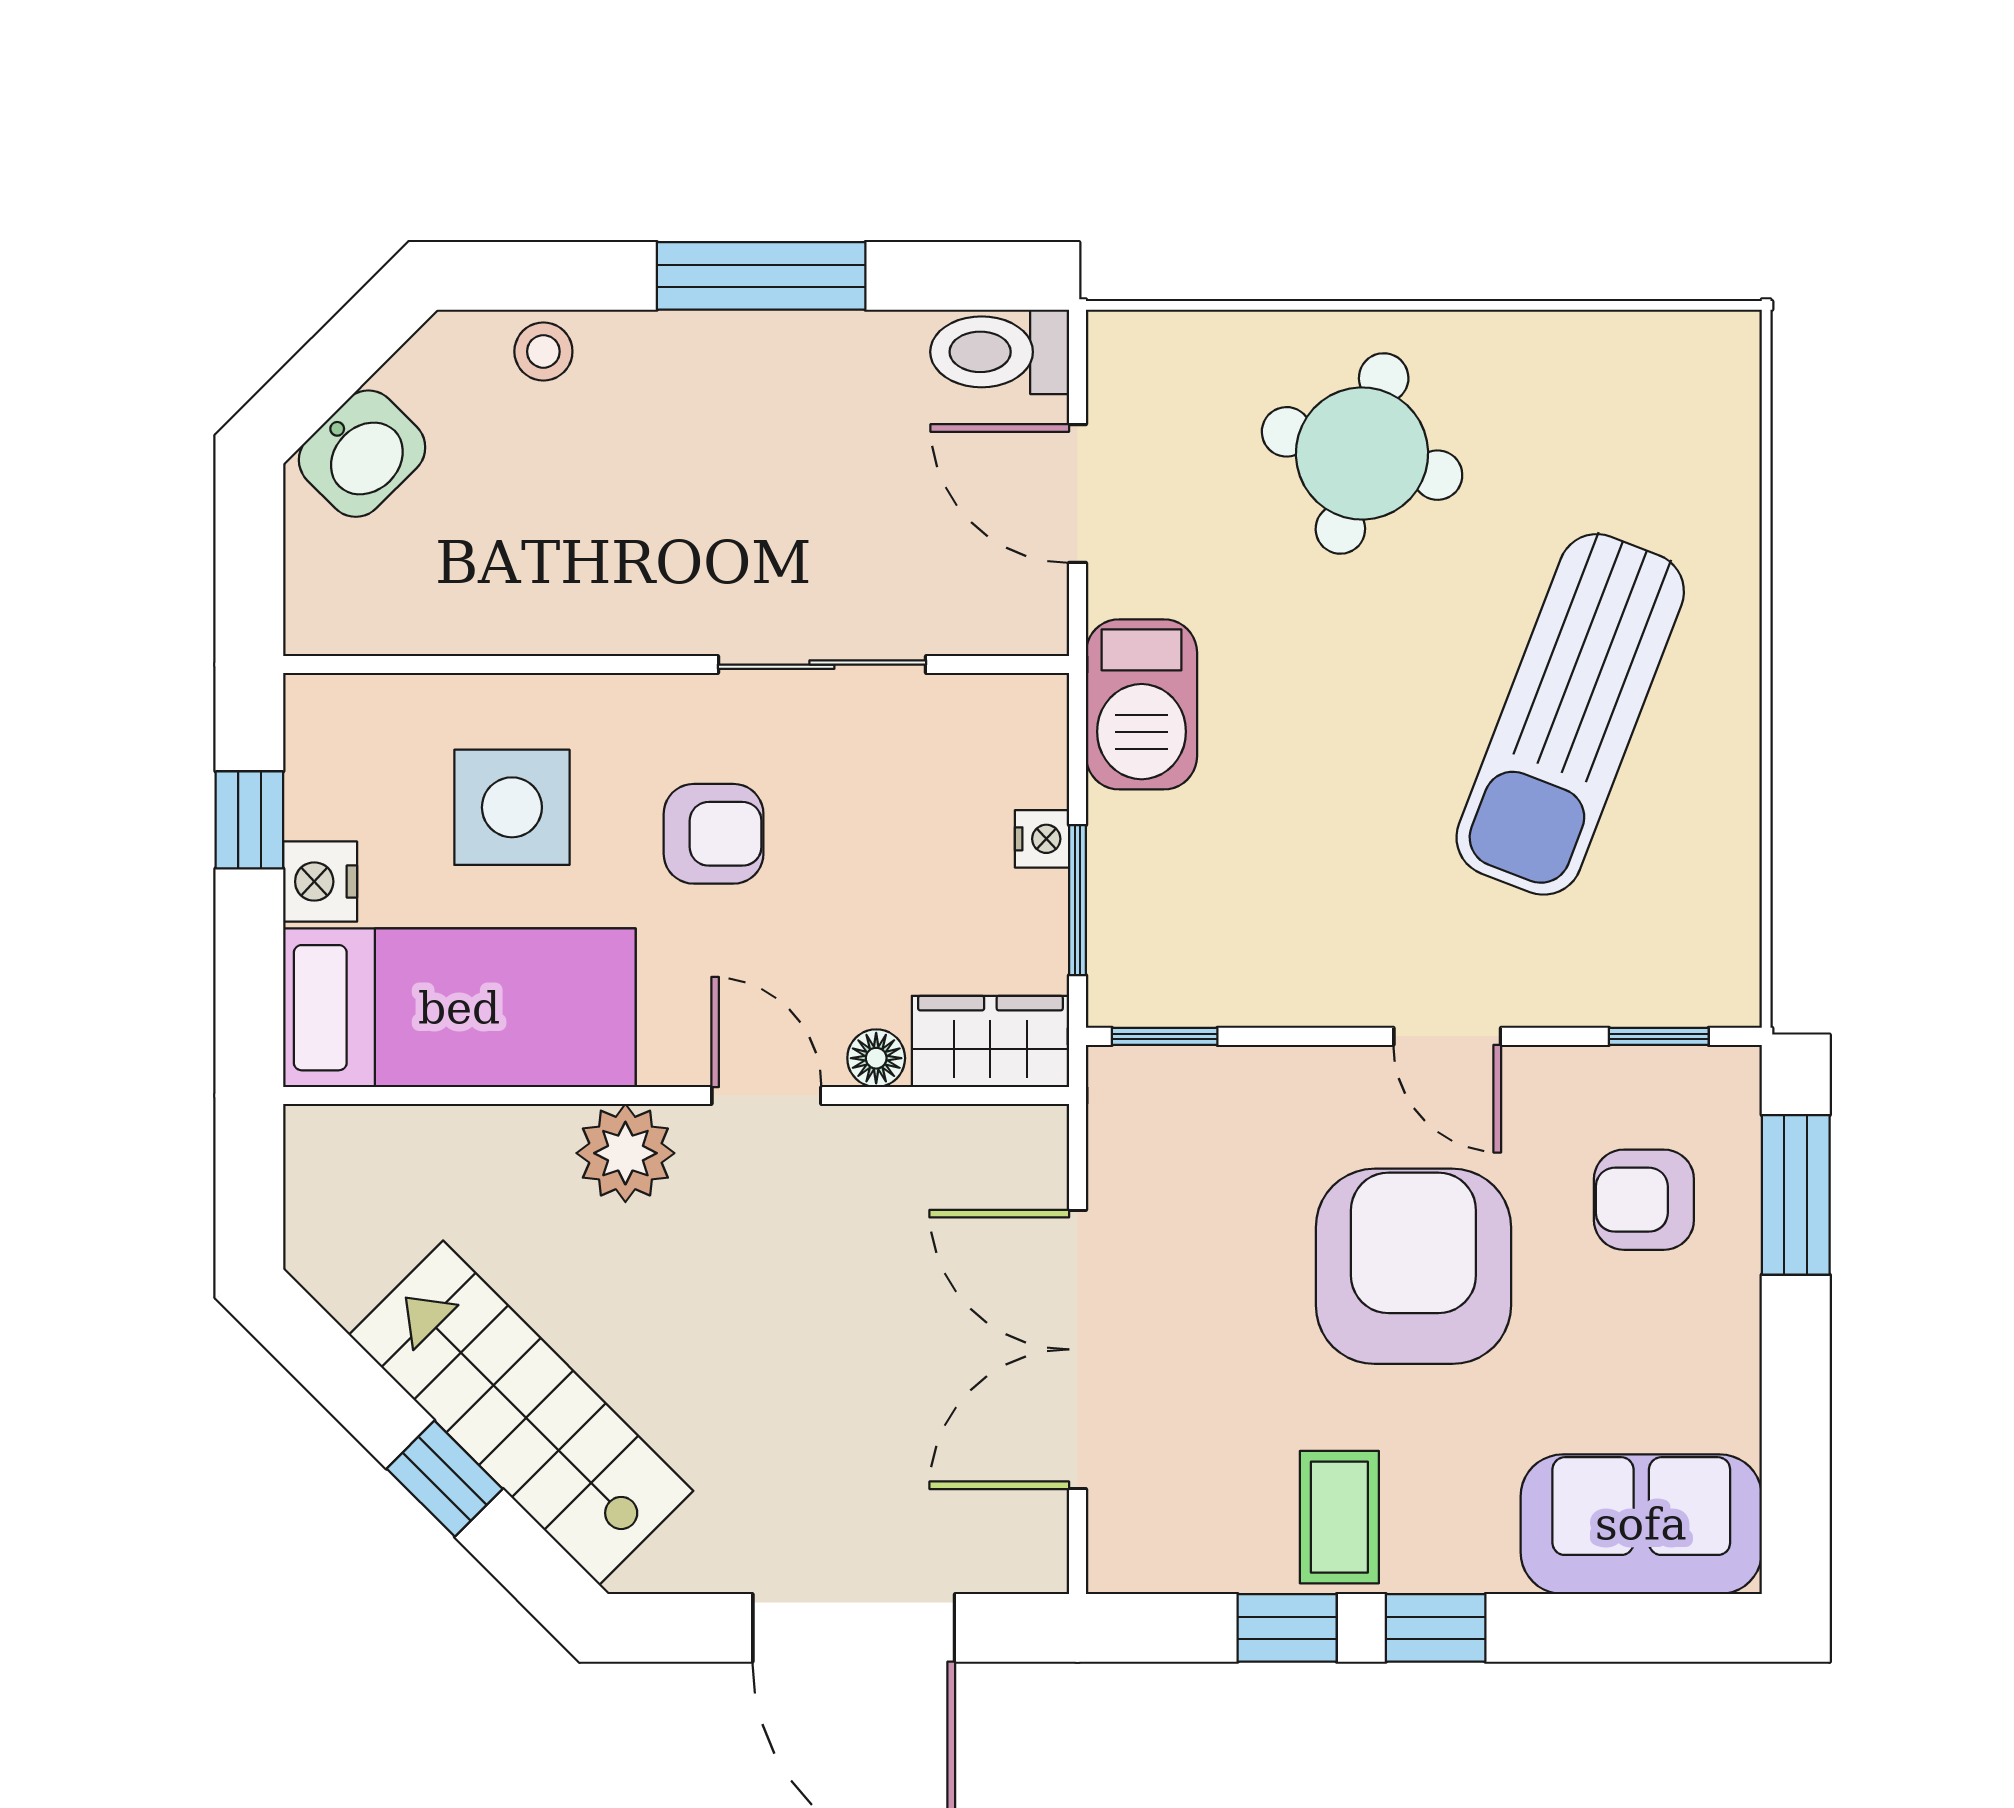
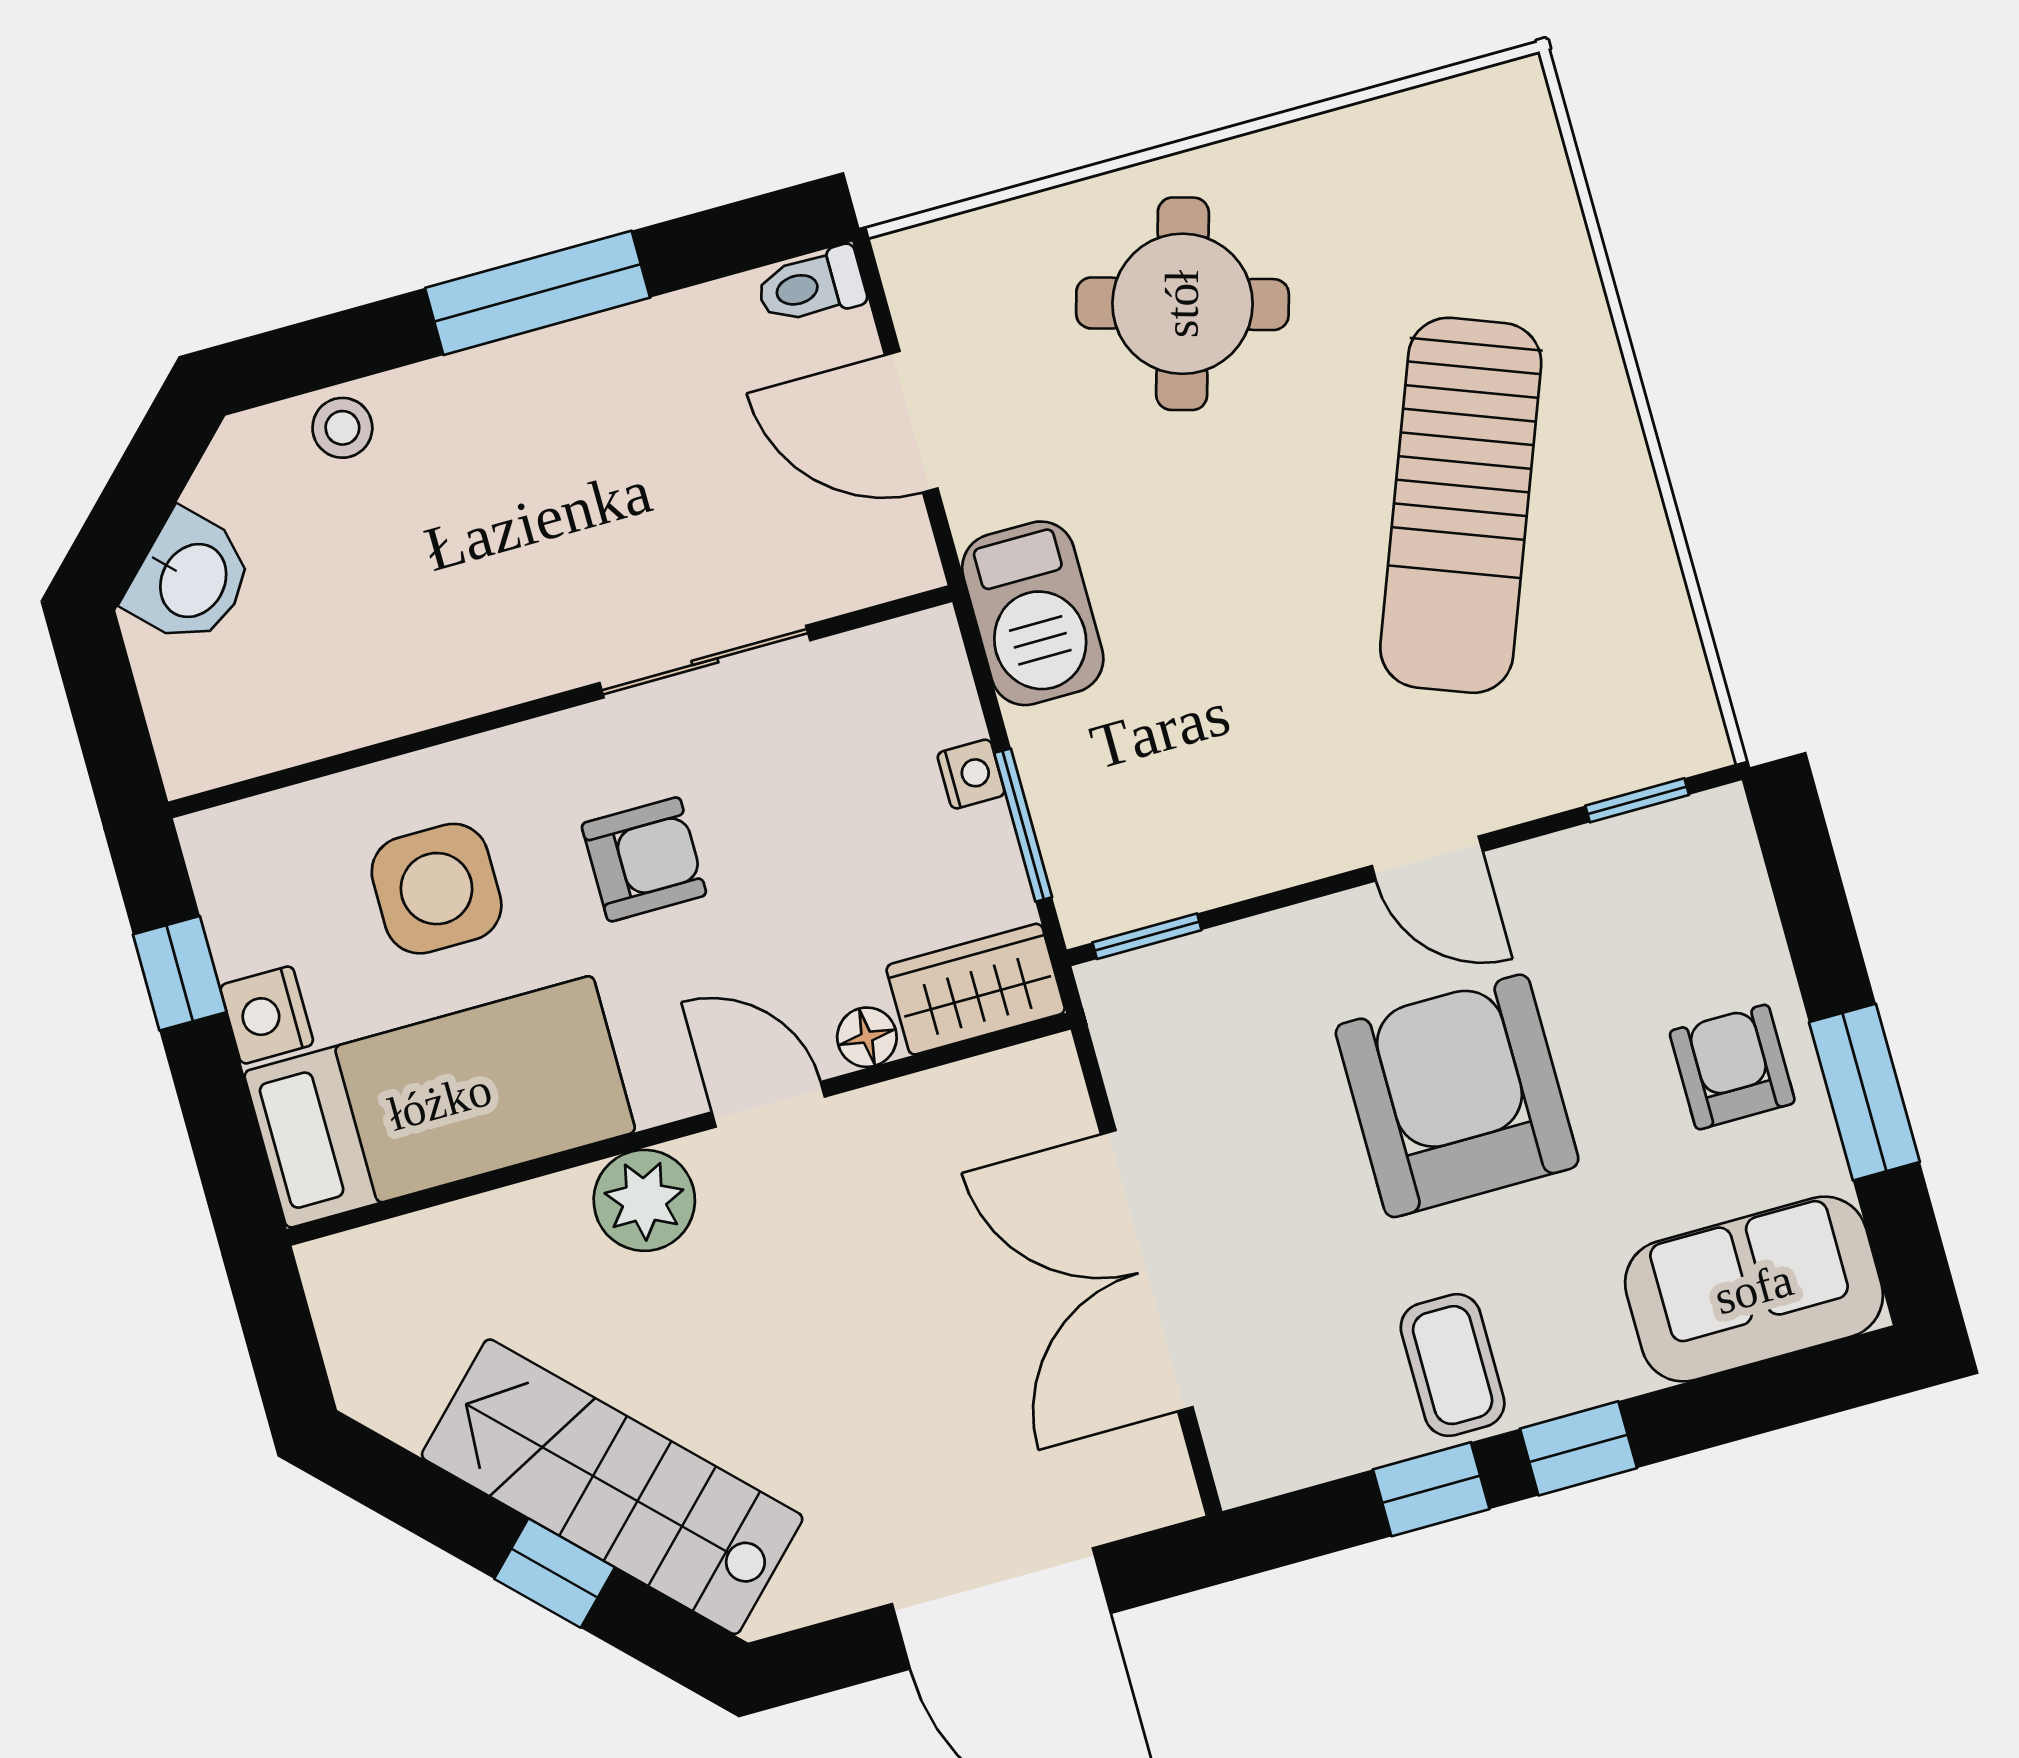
toilet: (1000, 352) -> (811, 286), width x0.73, depth x0.72
window: (1796, 1195) -> (1864, 1092), moved
armchair: (1644, 1200) -> (1732, 1067), moved, turned 90

